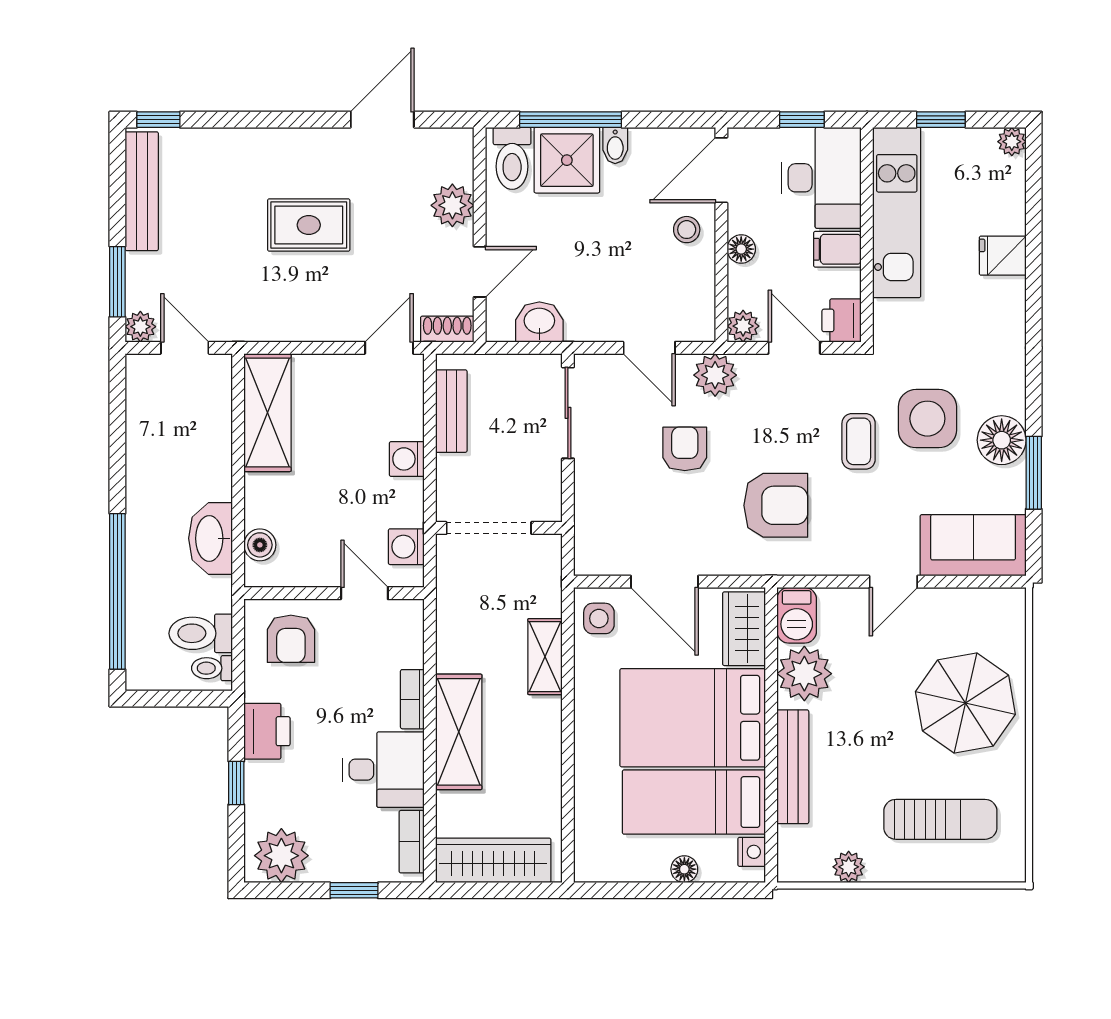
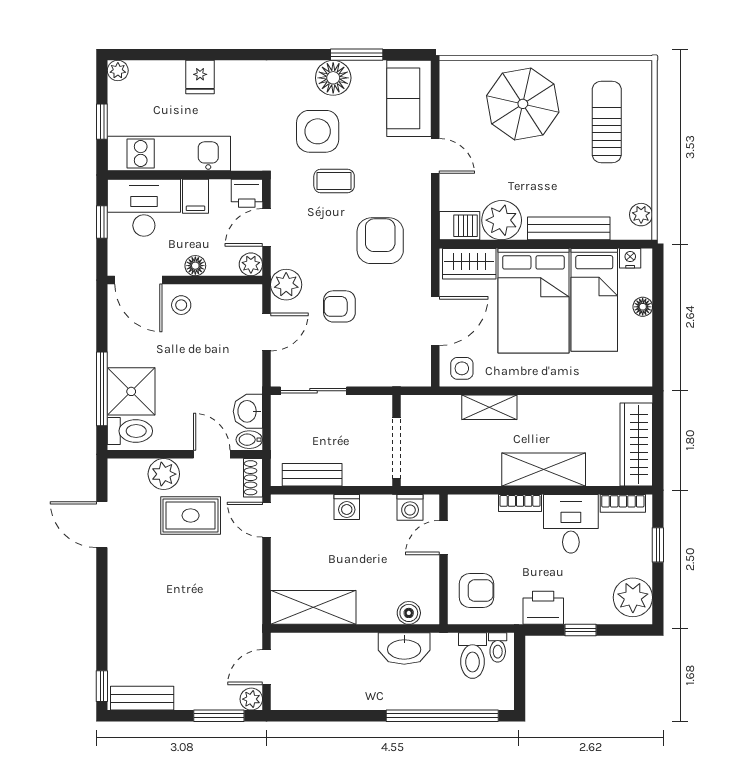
bidet: (615, 146) -> (249, 440), moved, turned 180
bench: (142, 191) -> (142, 698), width x0.73
rug: (309, 225) -> (191, 515), moved, turned 90
plant: (849, 867) -> (641, 215), moved

